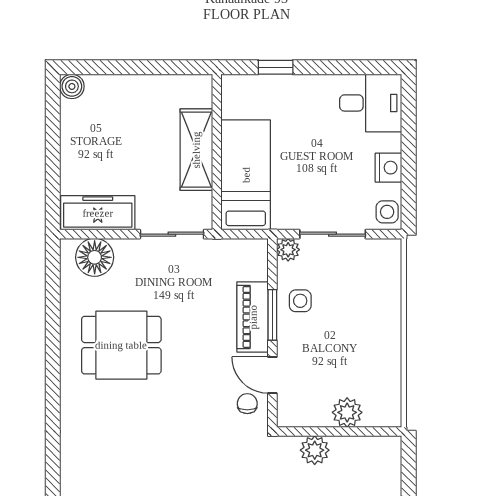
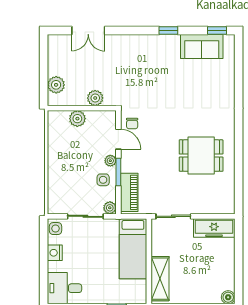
shelving: (196, 150) -> (160, 279), moved
floor lamp: (95, 257) -> (216, 204), removed
piano: (253, 317) -> (129, 192), moved
plant: (287, 336) -> (110, 161), added
plant: (386, 474) -> (56, 85), added

